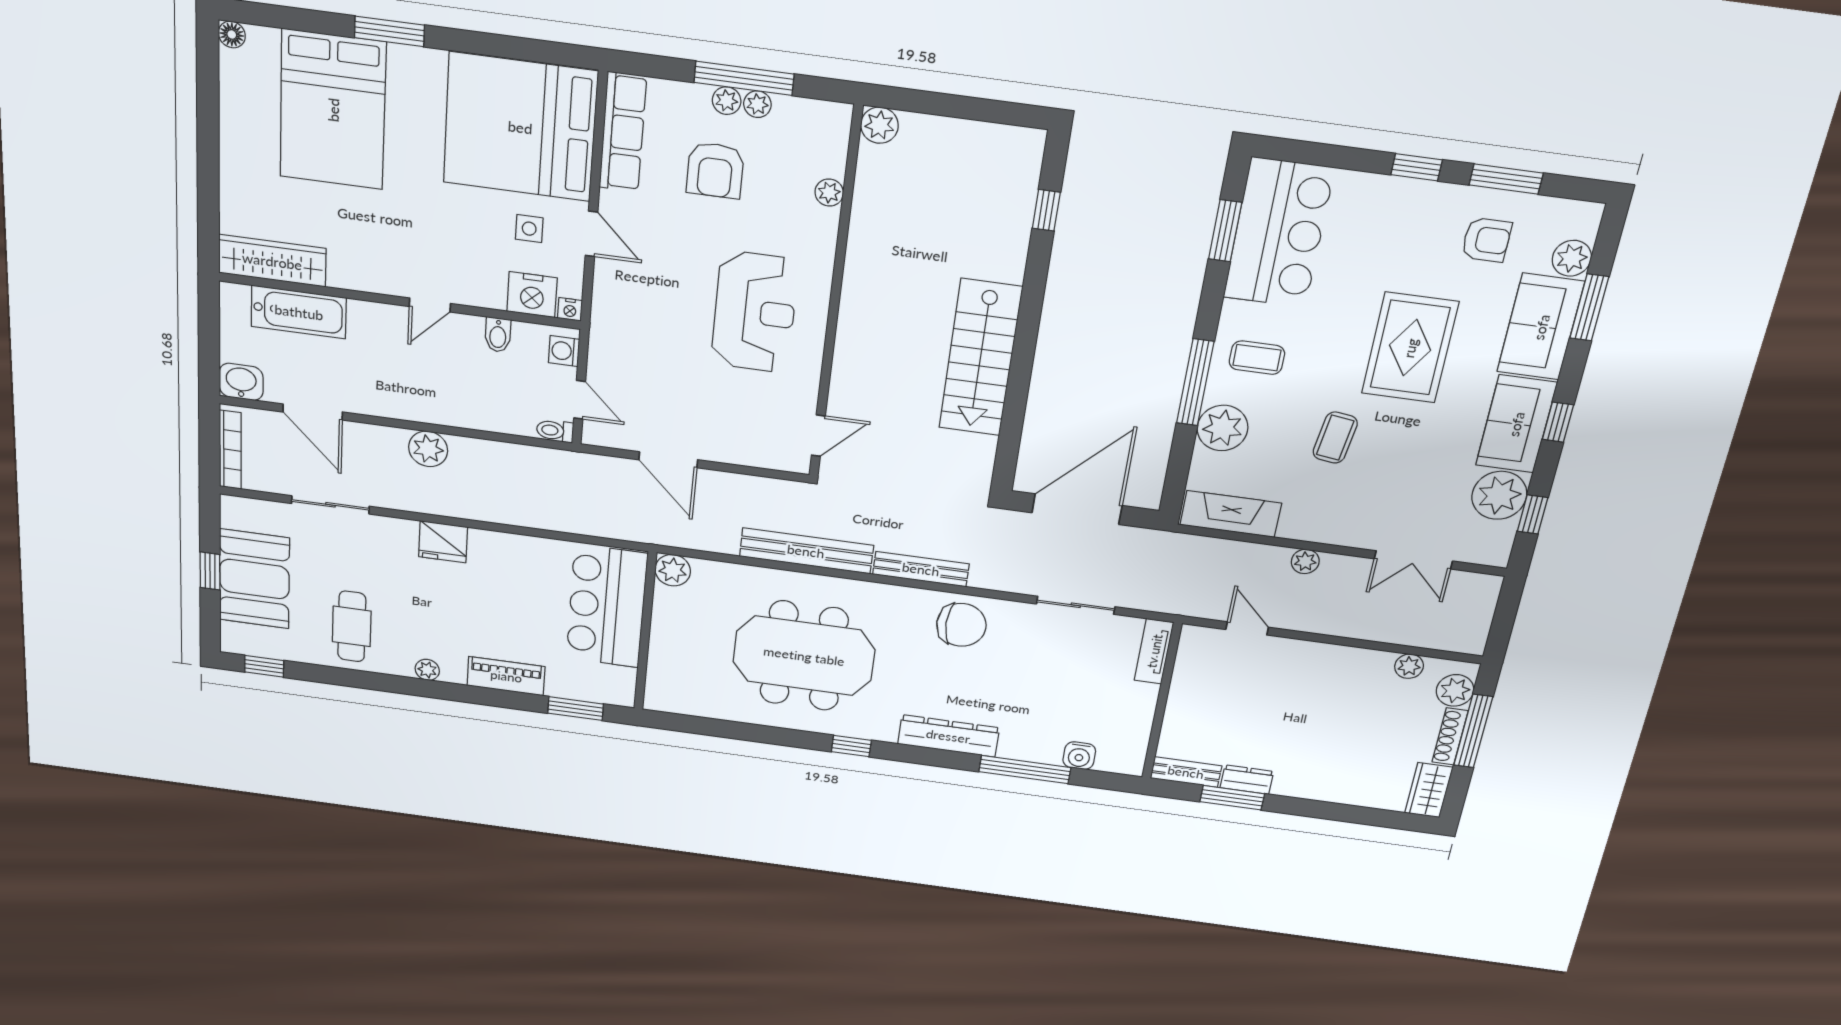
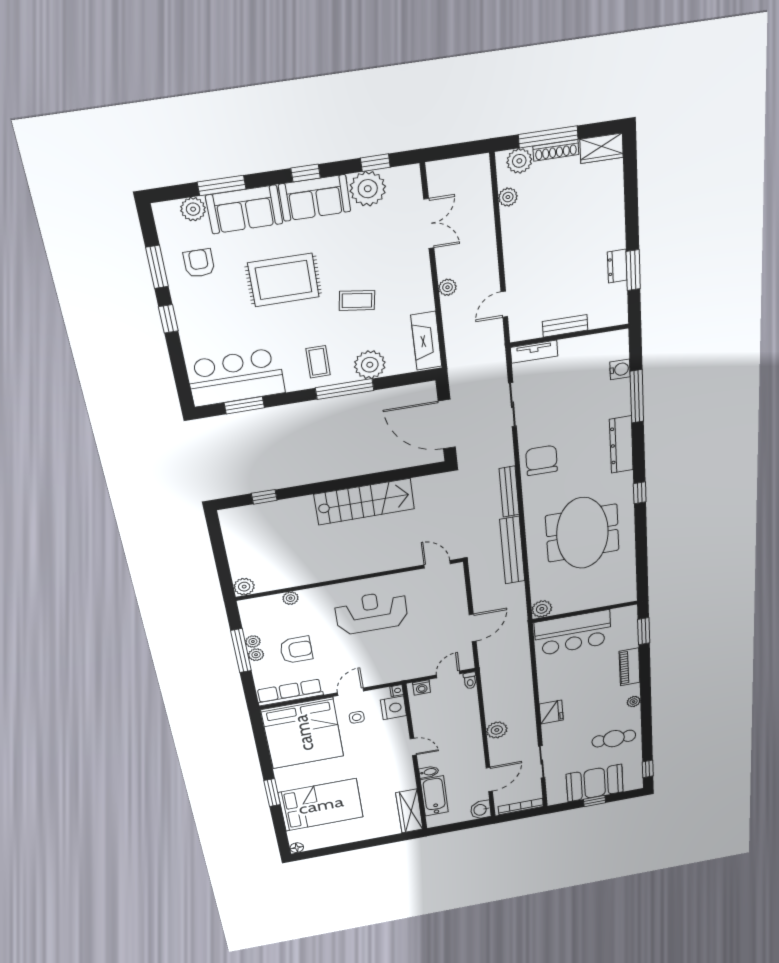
bidet: (498, 335) -> (429, 772), moved
bench: (1186, 772) -> (565, 326), moved, turned 90

